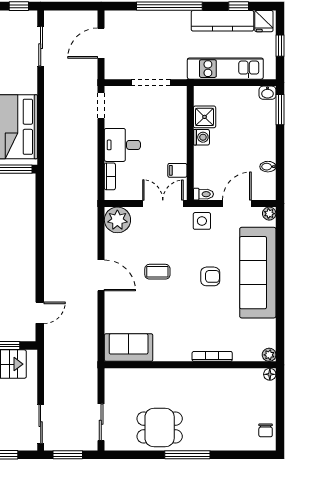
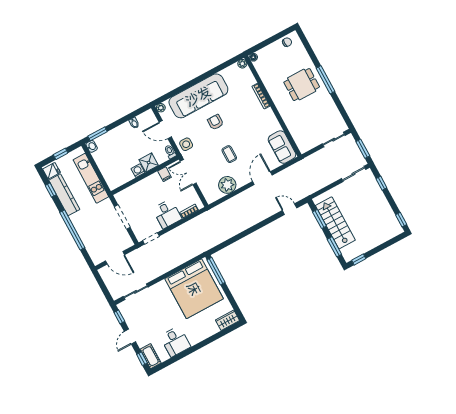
shower: (205, 117) -> (149, 163), moved
plant: (117, 220) -> (227, 185), moved
door: (101, 275) -> (262, 178), moved
dining table: (160, 427) -> (302, 85), moved, turned 90

